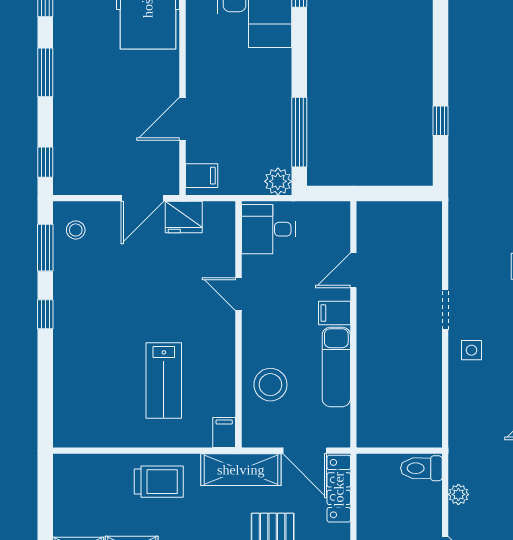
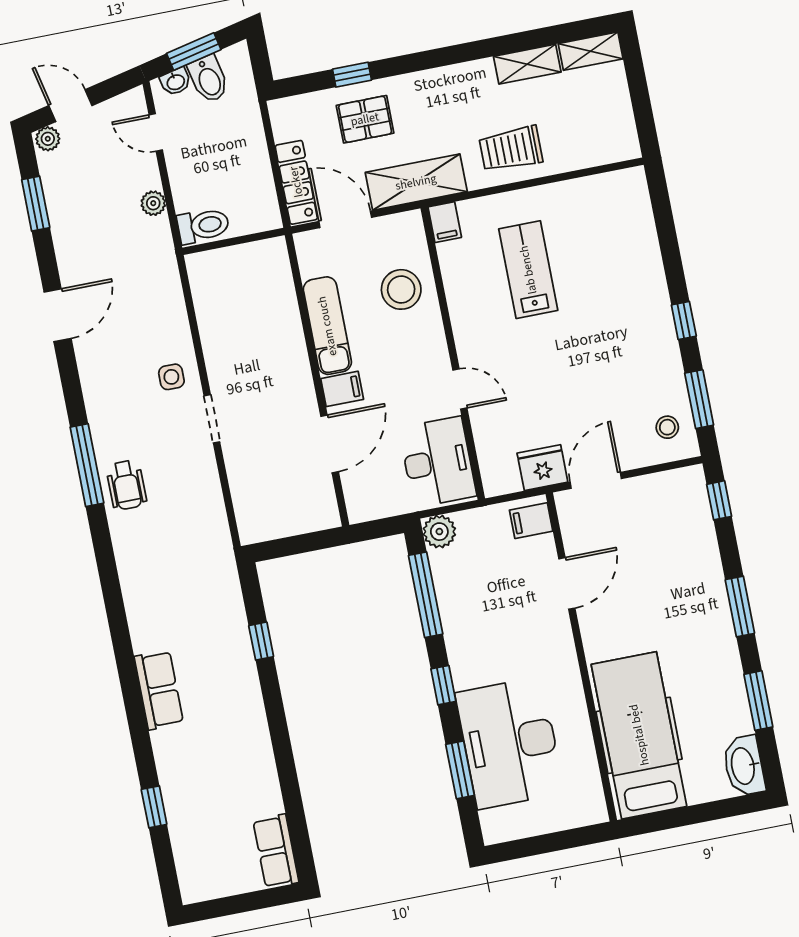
window: (299, 56) -> (443, 685), added
desk: (268, 229) -> (438, 462), width x1.37
door: (353, 270) -> (330, 444), width x1.38

